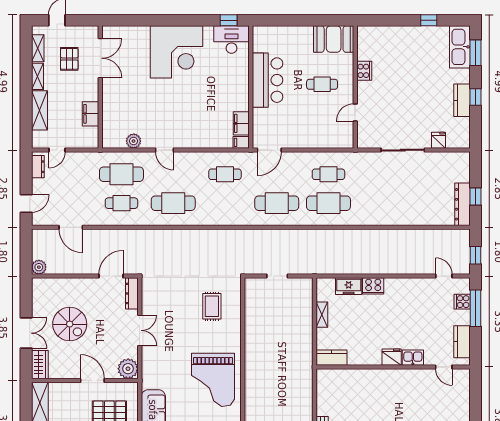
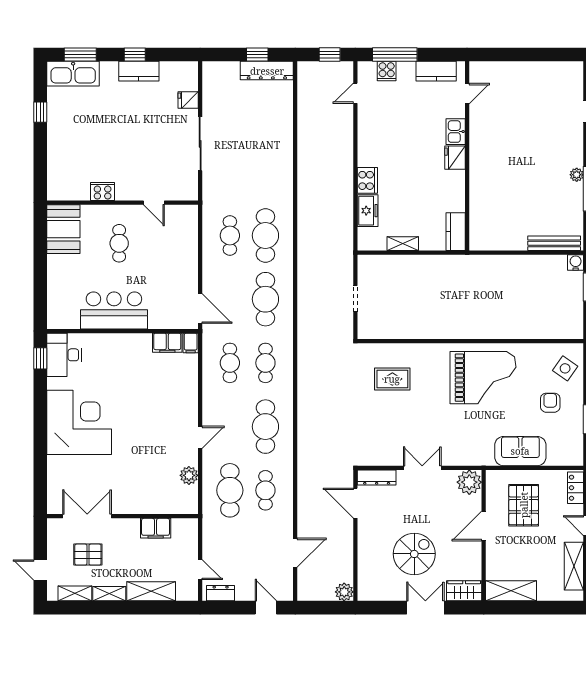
cafe table: (225, 203) -> (265, 363), added

